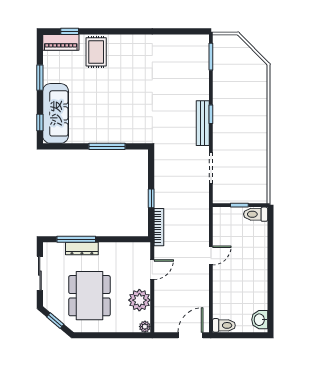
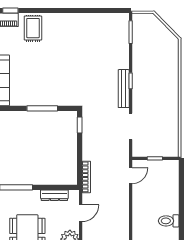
window: (151, 198) -> (80, 125), moved
toilet: (256, 214) -> (169, 221), moved
dresser: (82, 248) -> (54, 195), moved
door: (211, 255) -> (131, 176), moved

